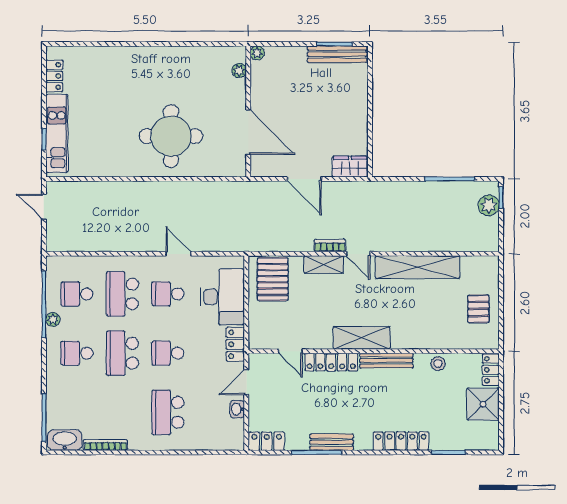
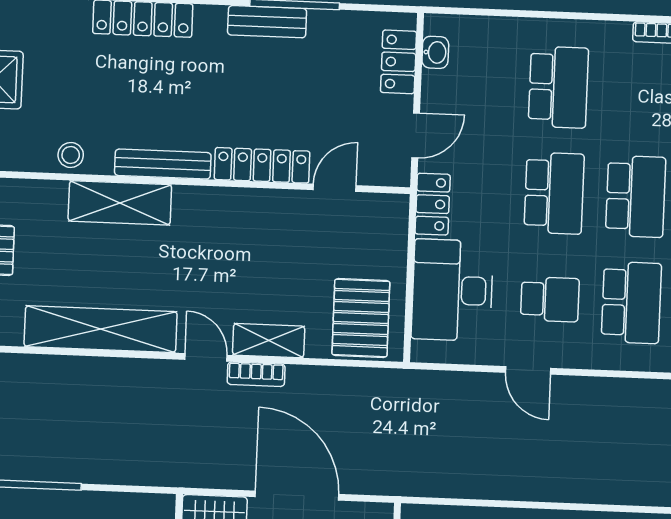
door: (304, 179) -> (297, 496), width x1.36
shelving: (362, 338) -> (120, 203), moved
door: (290, 351) -> (335, 188), hinge flipped
school desk: (168, 353) -> (554, 193), width x1.85
washbasin: (237, 409) -> (435, 52), moved
locker: (267, 441) -> (399, 62), moved, turned 90

